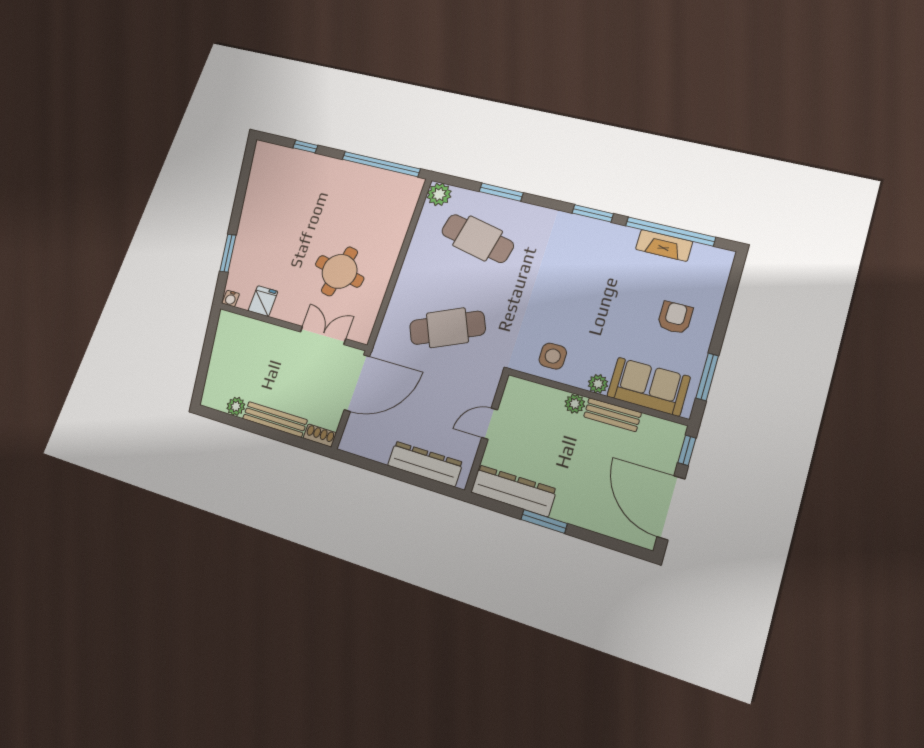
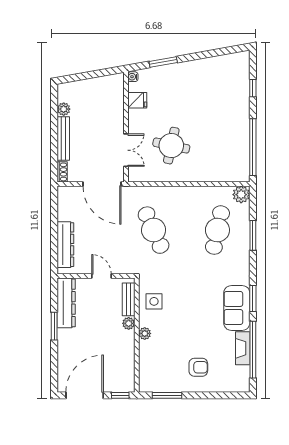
sofa: (649, 387) -> (237, 308), moved, turned 180
bench: (612, 415) -> (129, 299), moved

